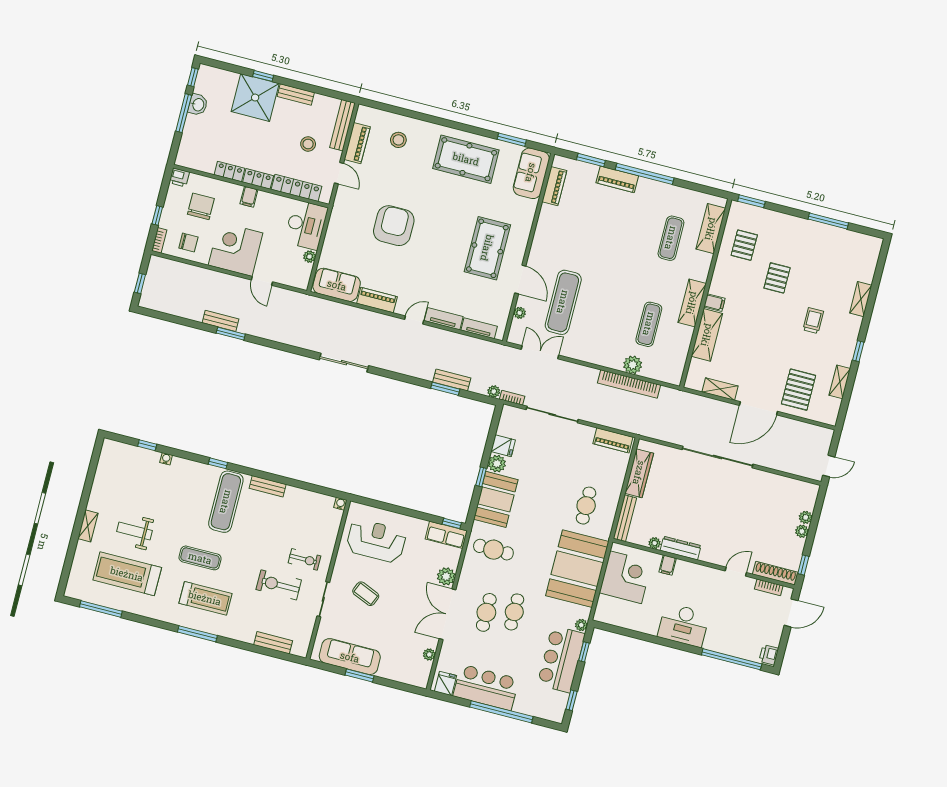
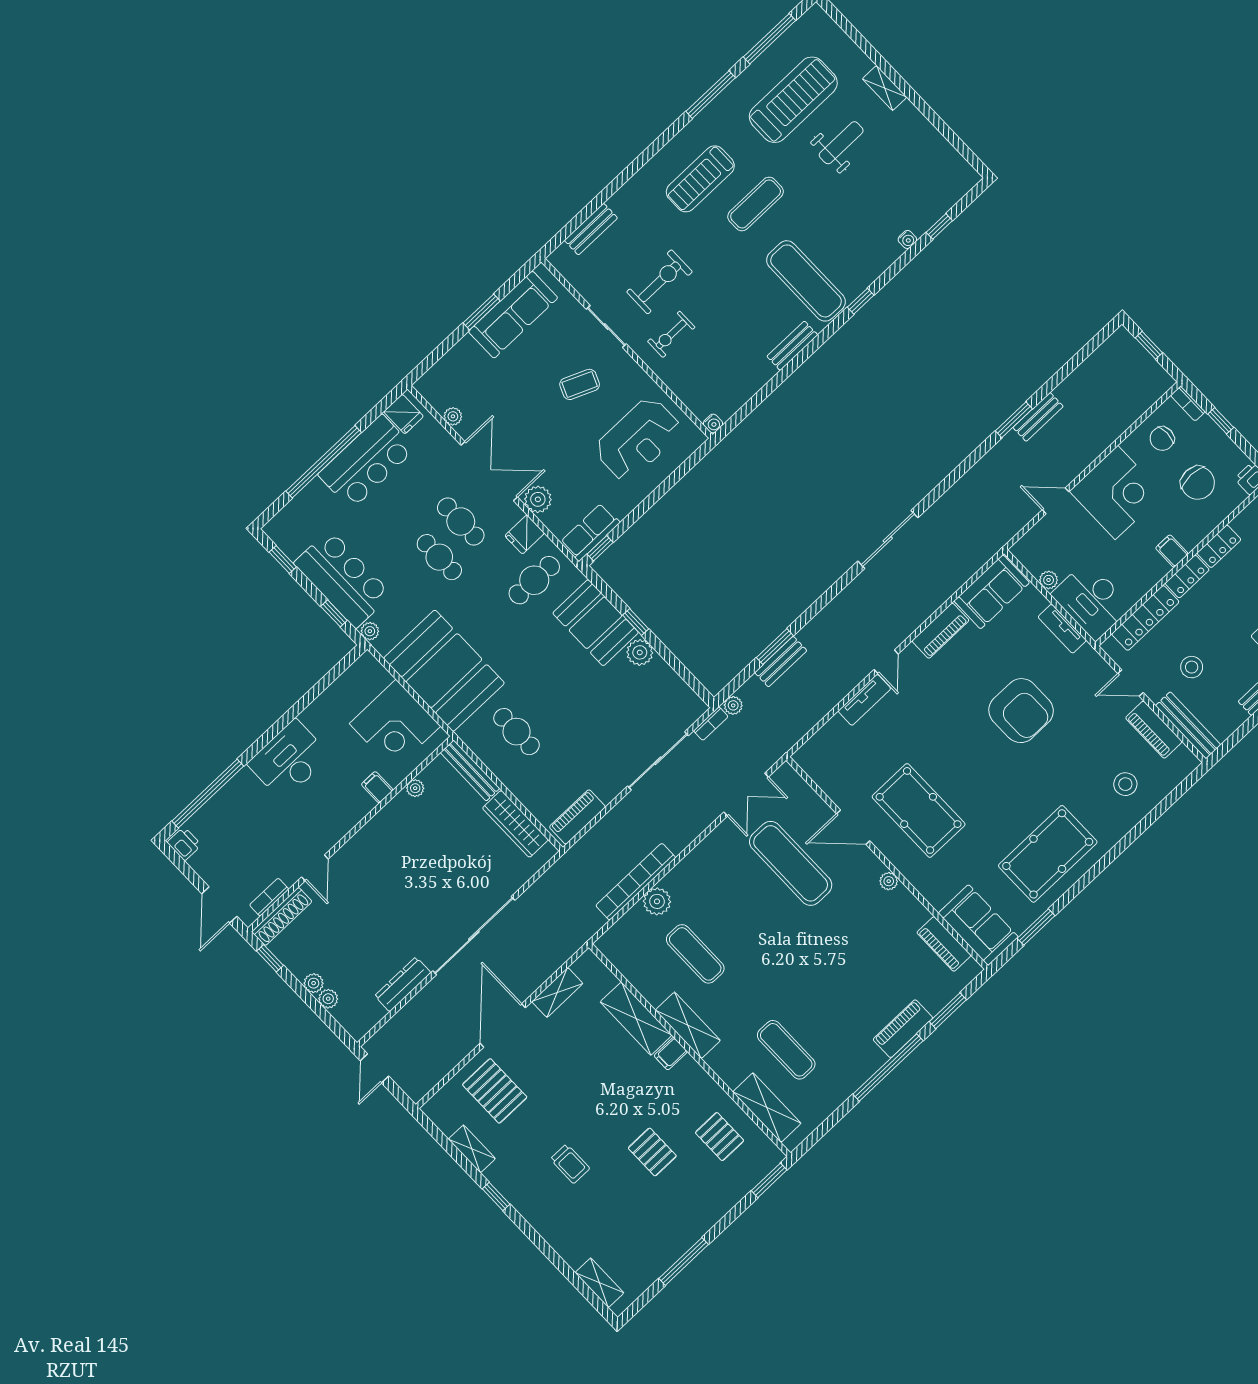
shelving: (861, 299) -> (599, 1283), moved
plant: (520, 313) -> (889, 881), moved
tv unit: (479, 328) -> (1062, 629), moved, turned 90
fridge: (503, 446) -> (525, 534), moved
dresser: (681, 548) -> (403, 984), moved, turned 180
window: (197, 634) -> (711, 95), moved

